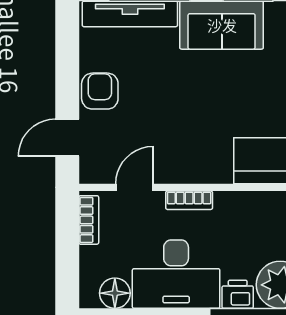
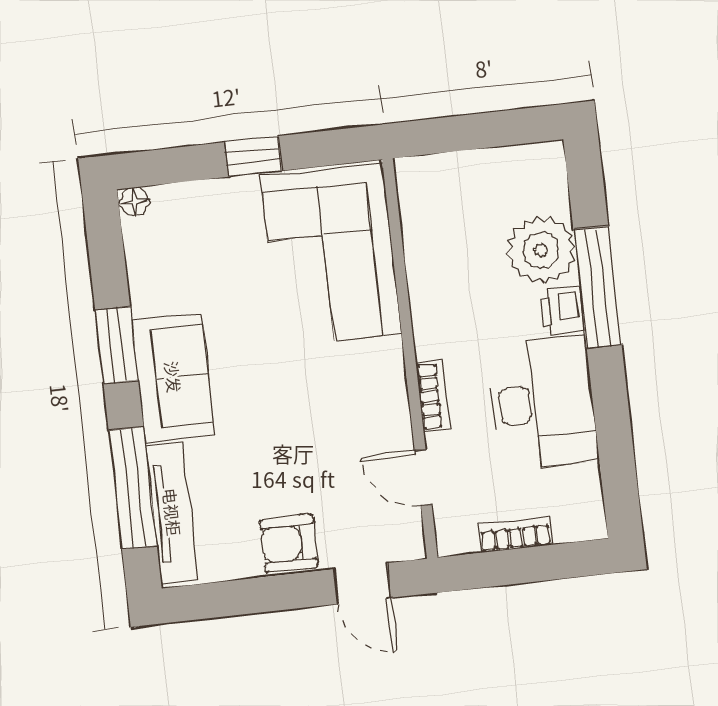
bookcase: (89, 220) -> (515, 534), moved
floor lamp: (115, 293) -> (580, 489), removed

